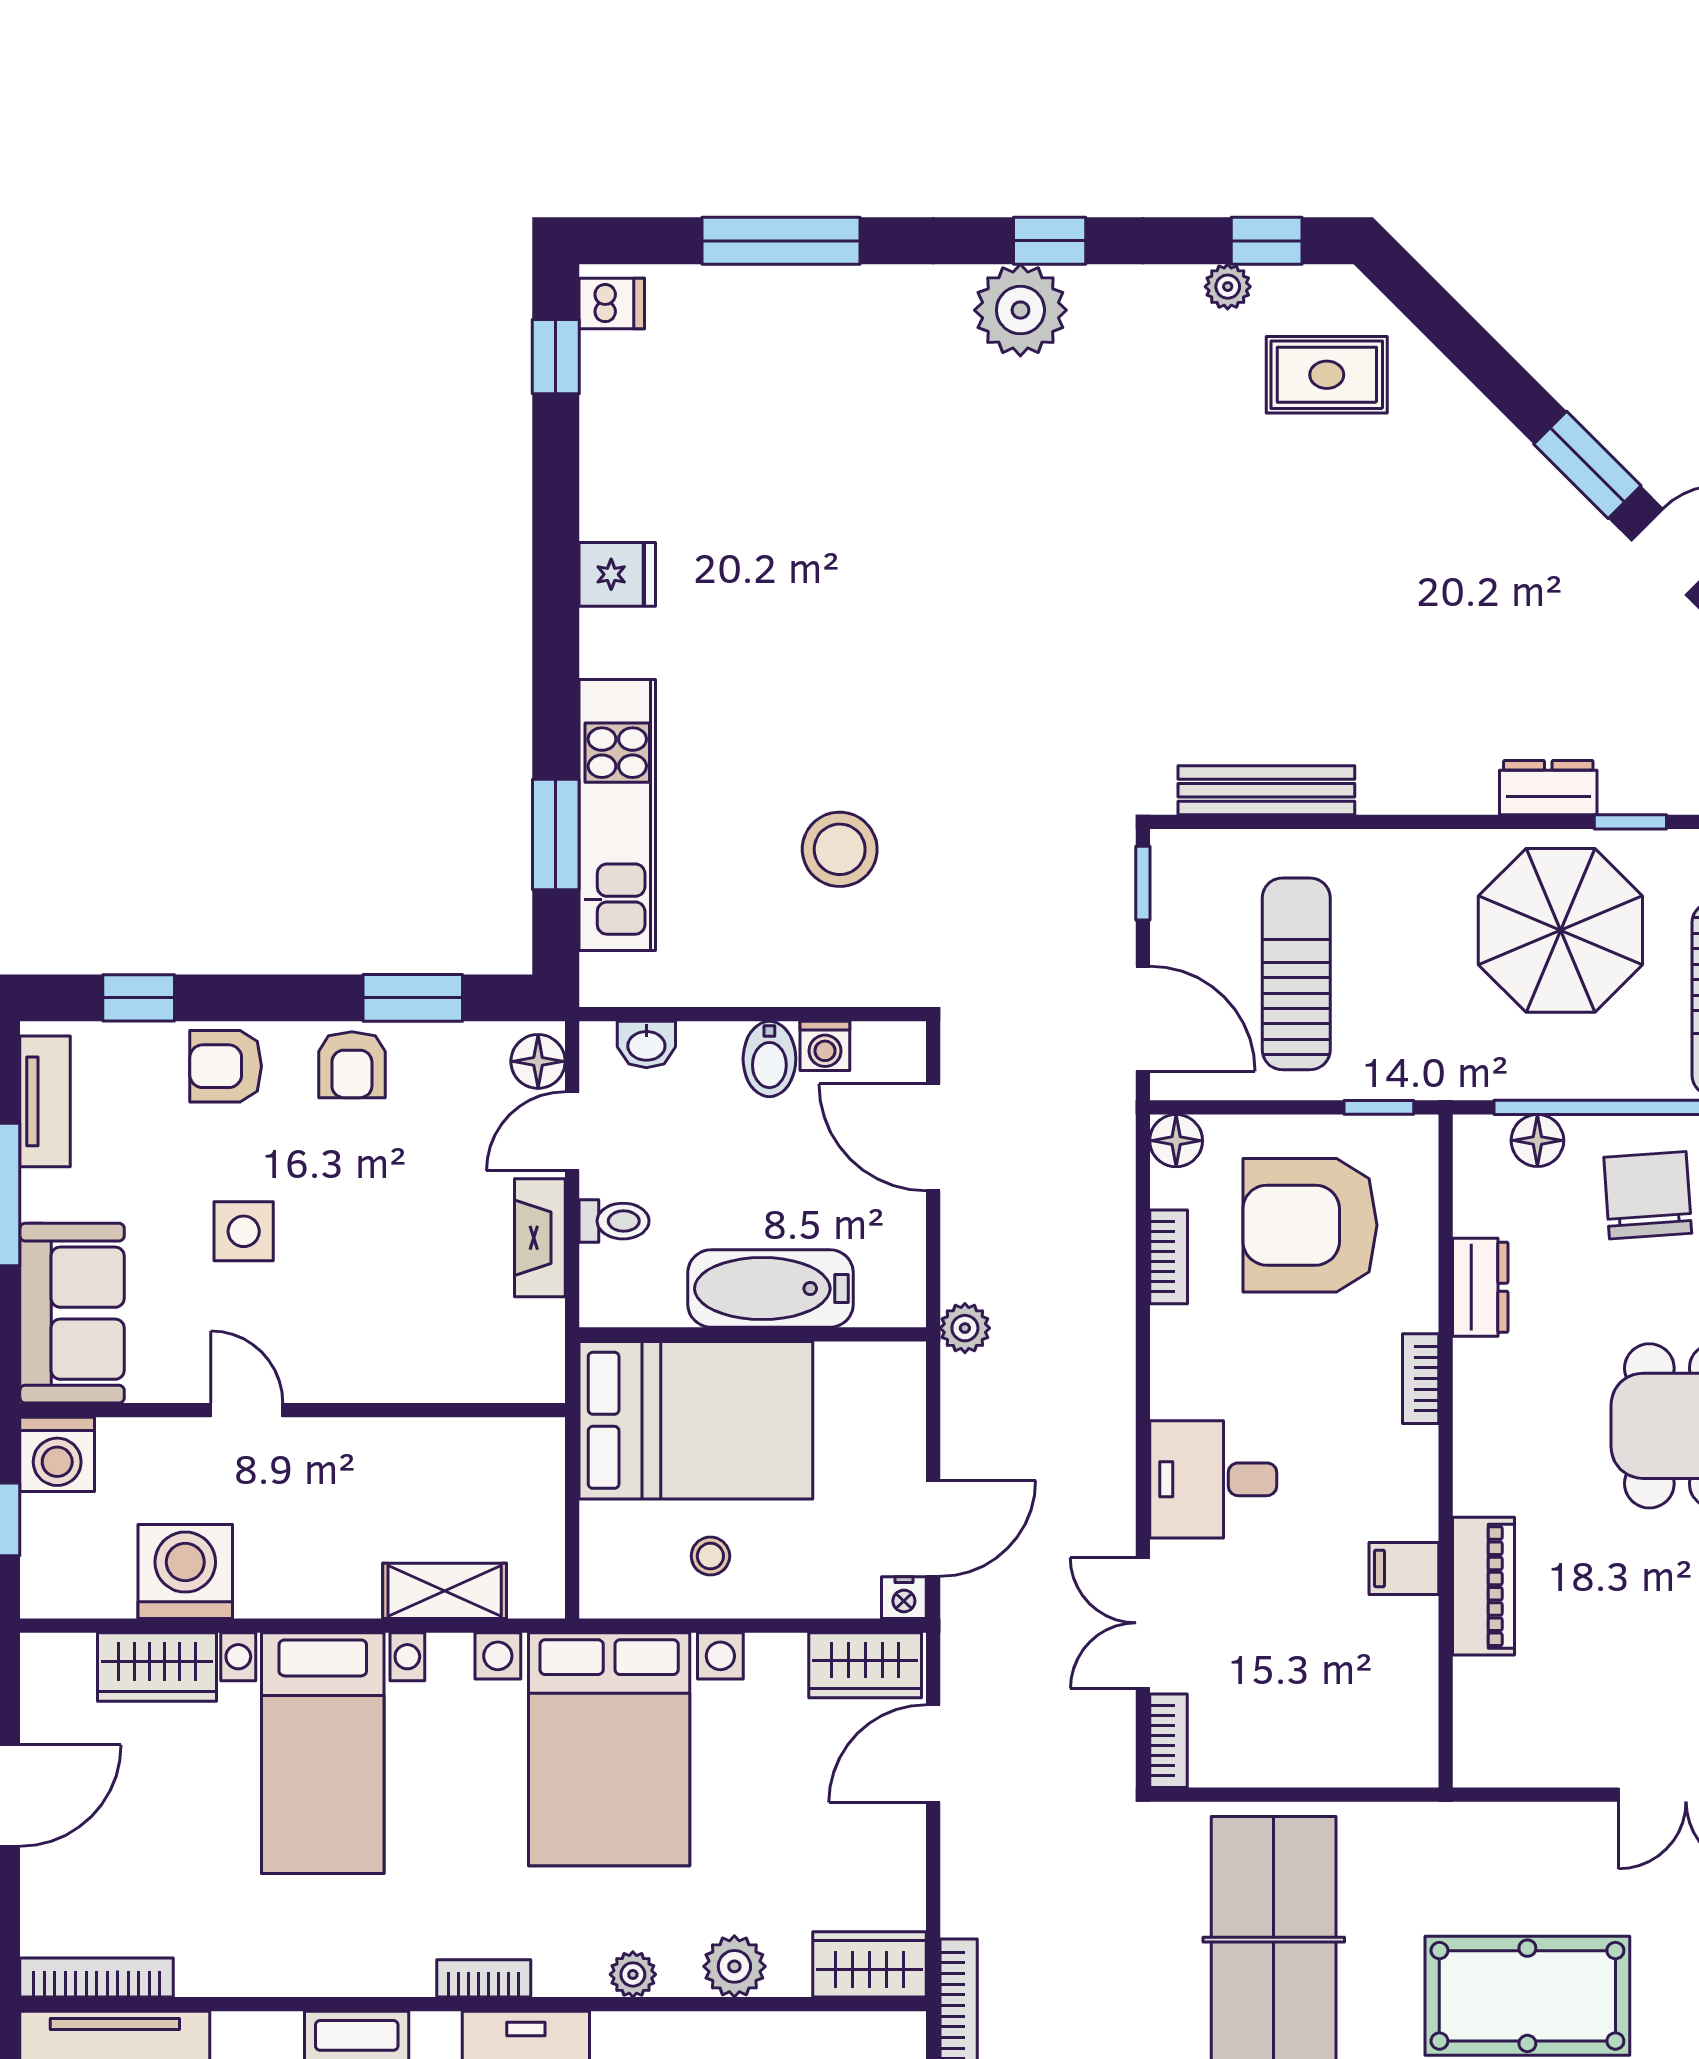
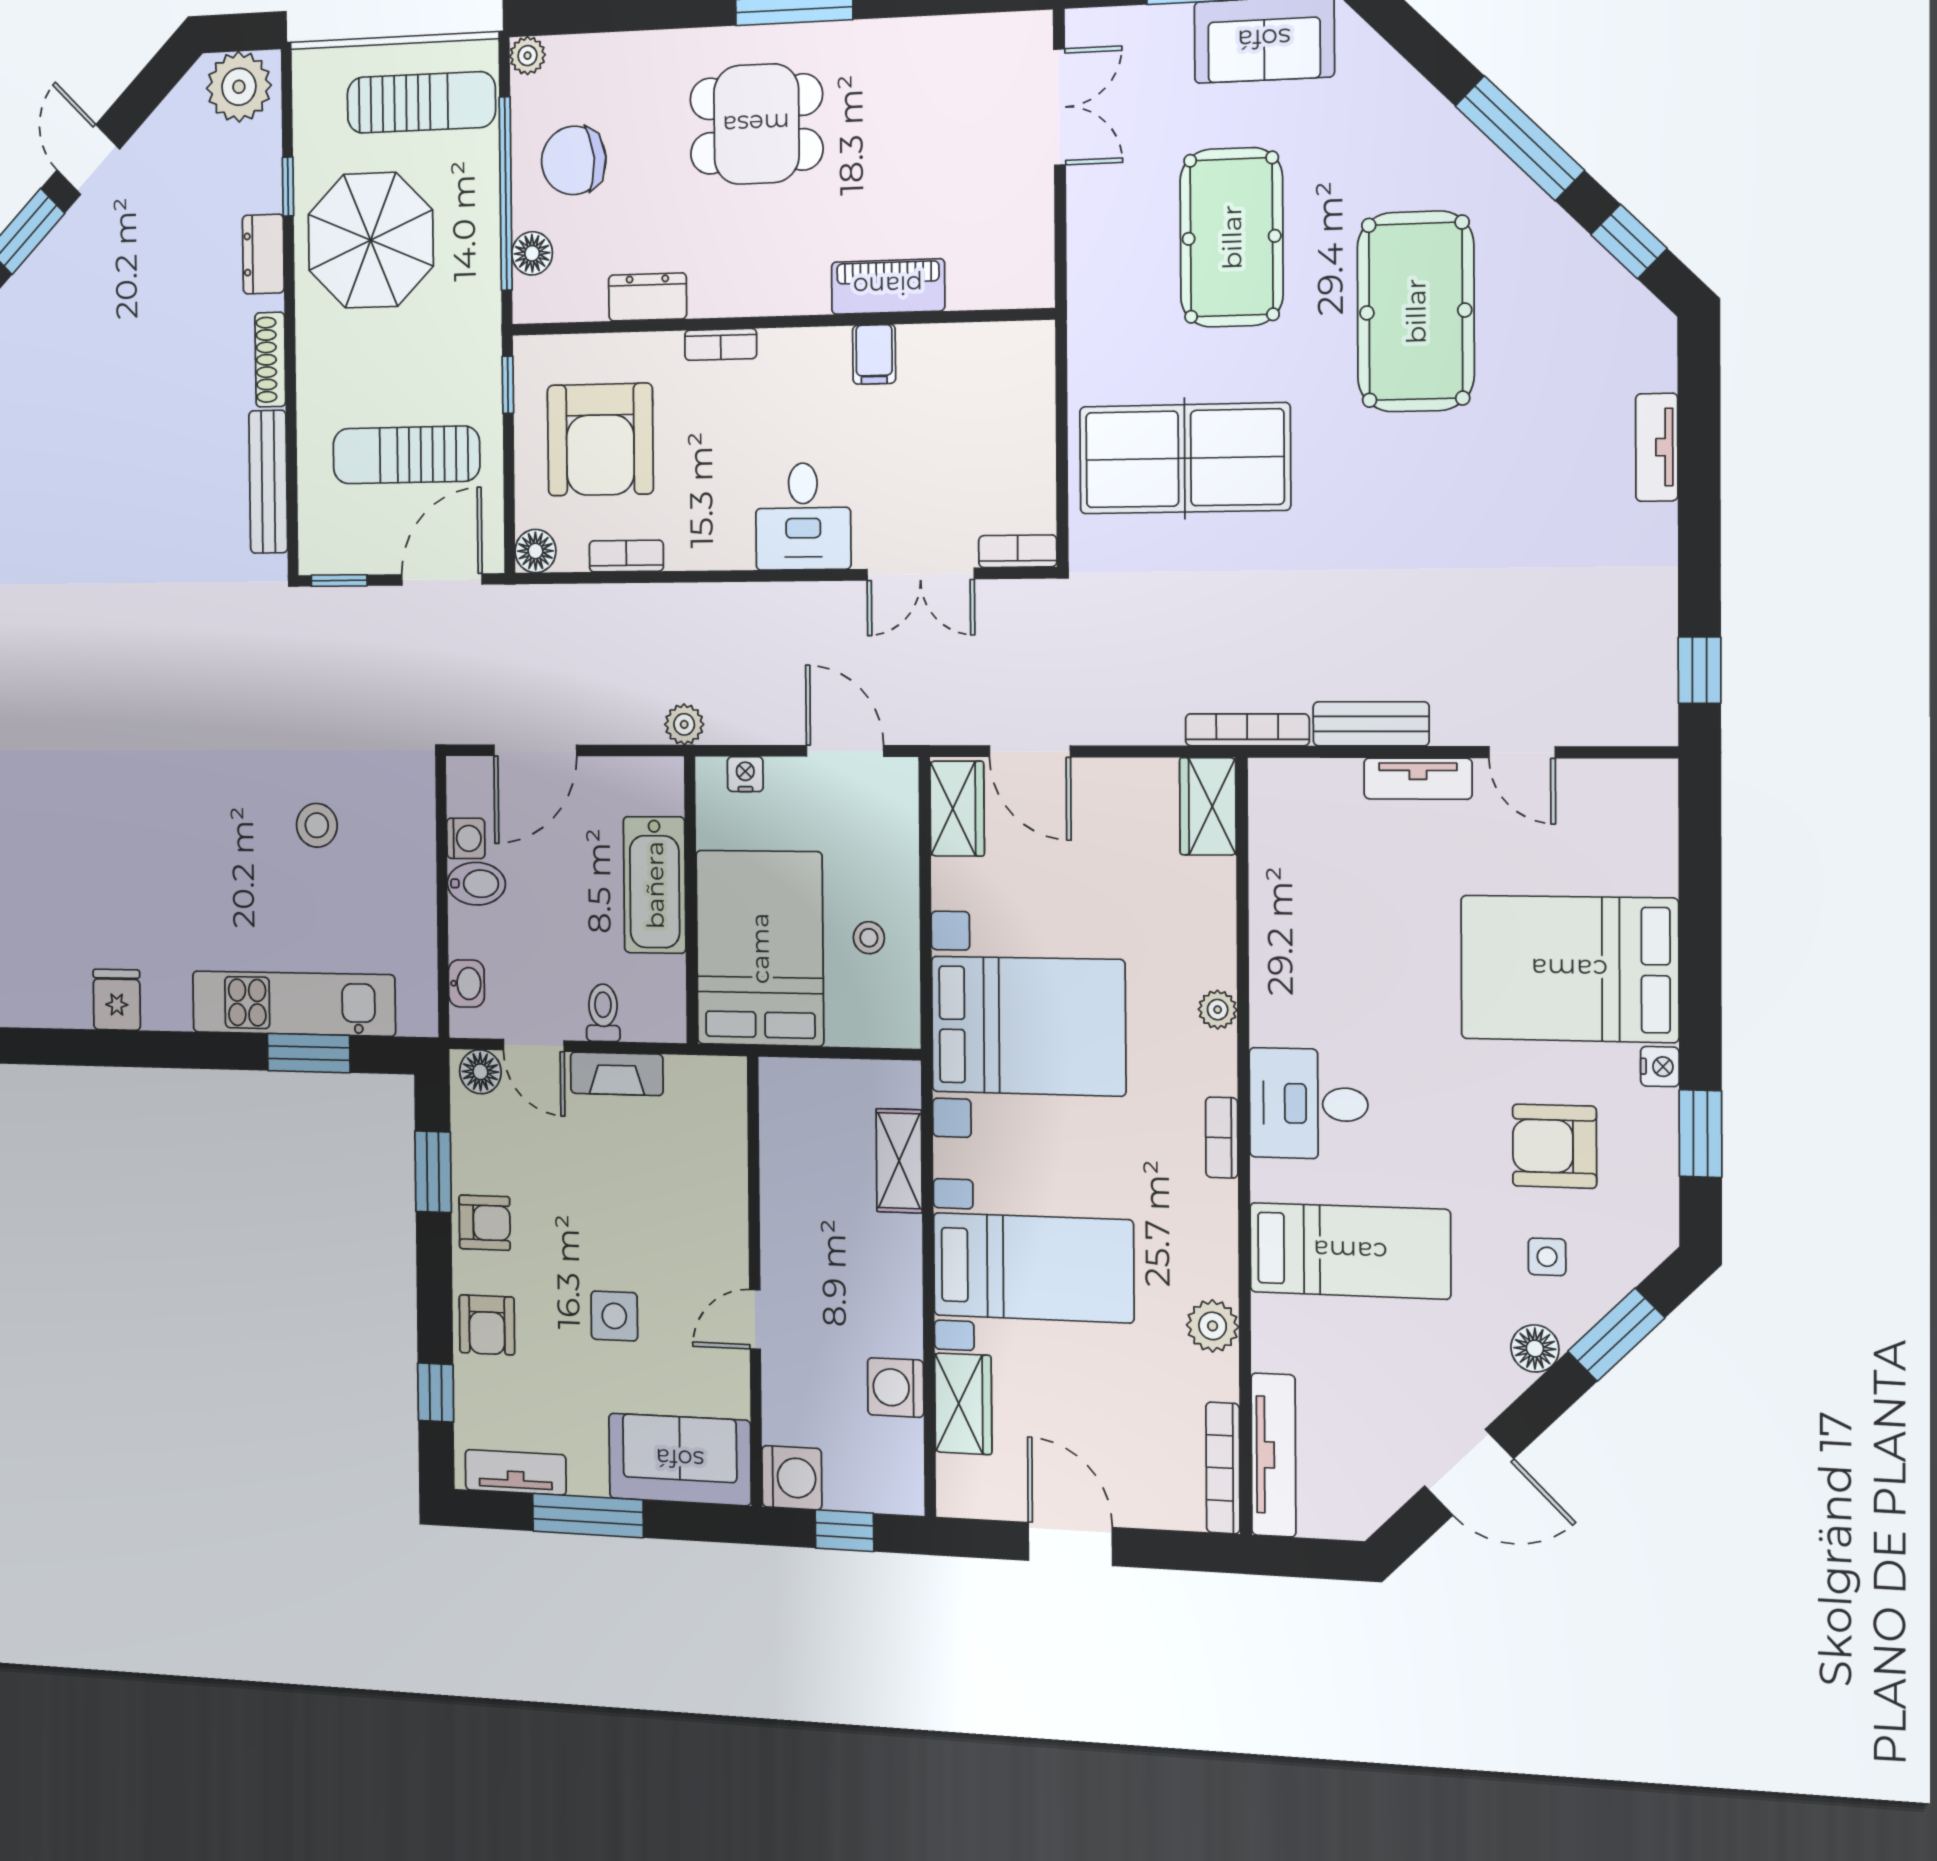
shoe rack: (1417, 795) -> (270, 360), added
stool: (840, 849) -> (317, 825), width x0.73, depth x0.73
washing machine: (185, 1571) -> (896, 1388), width x0.73, depth x0.73
nightstand: (904, 1598) -> (745, 774), moved, turned -90
plant: (734, 1966) -> (1213, 1326), moved

